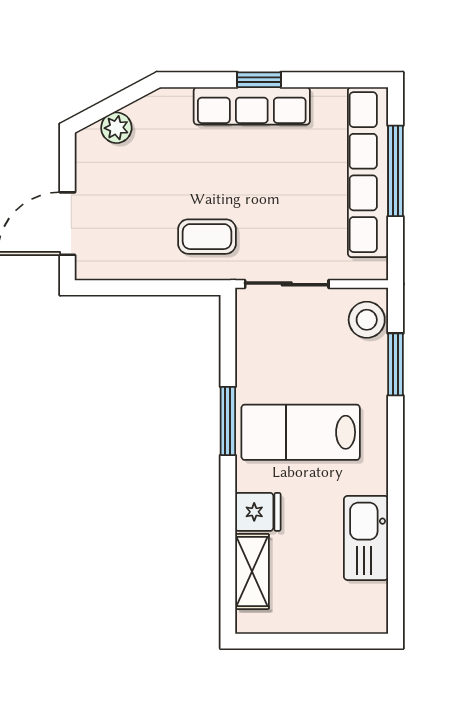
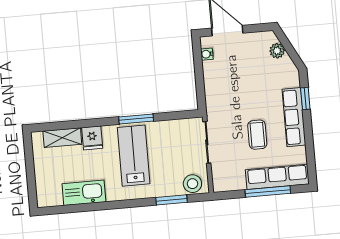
window: (259, 80) -> (305, 99), moved
row of seats: (368, 172) -> (277, 177), width x0.73
coffee table: (207, 237) -> (257, 135), moved
water cooler: (111, 269) -> (207, 54), added

